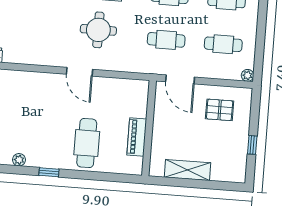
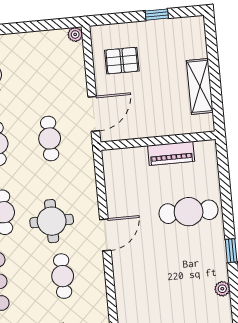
cafe table: (223, 44) -> (63, 276), moved
pallet: (220, 110) -> (122, 61), turned 90

